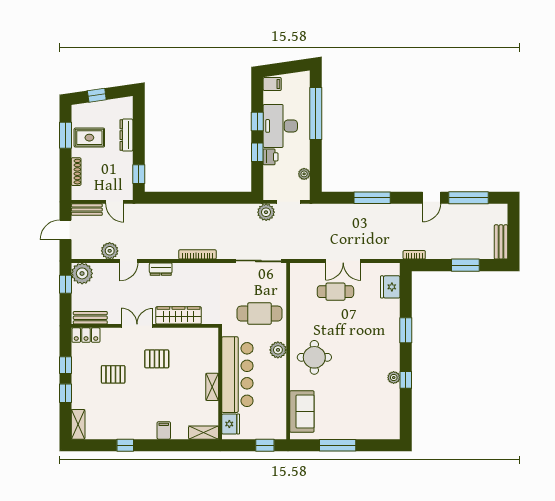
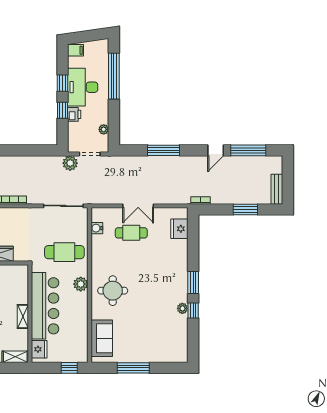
water cooler: (296, 286) -> (97, 228), added
window: (406, 330) -> (193, 283), moved

